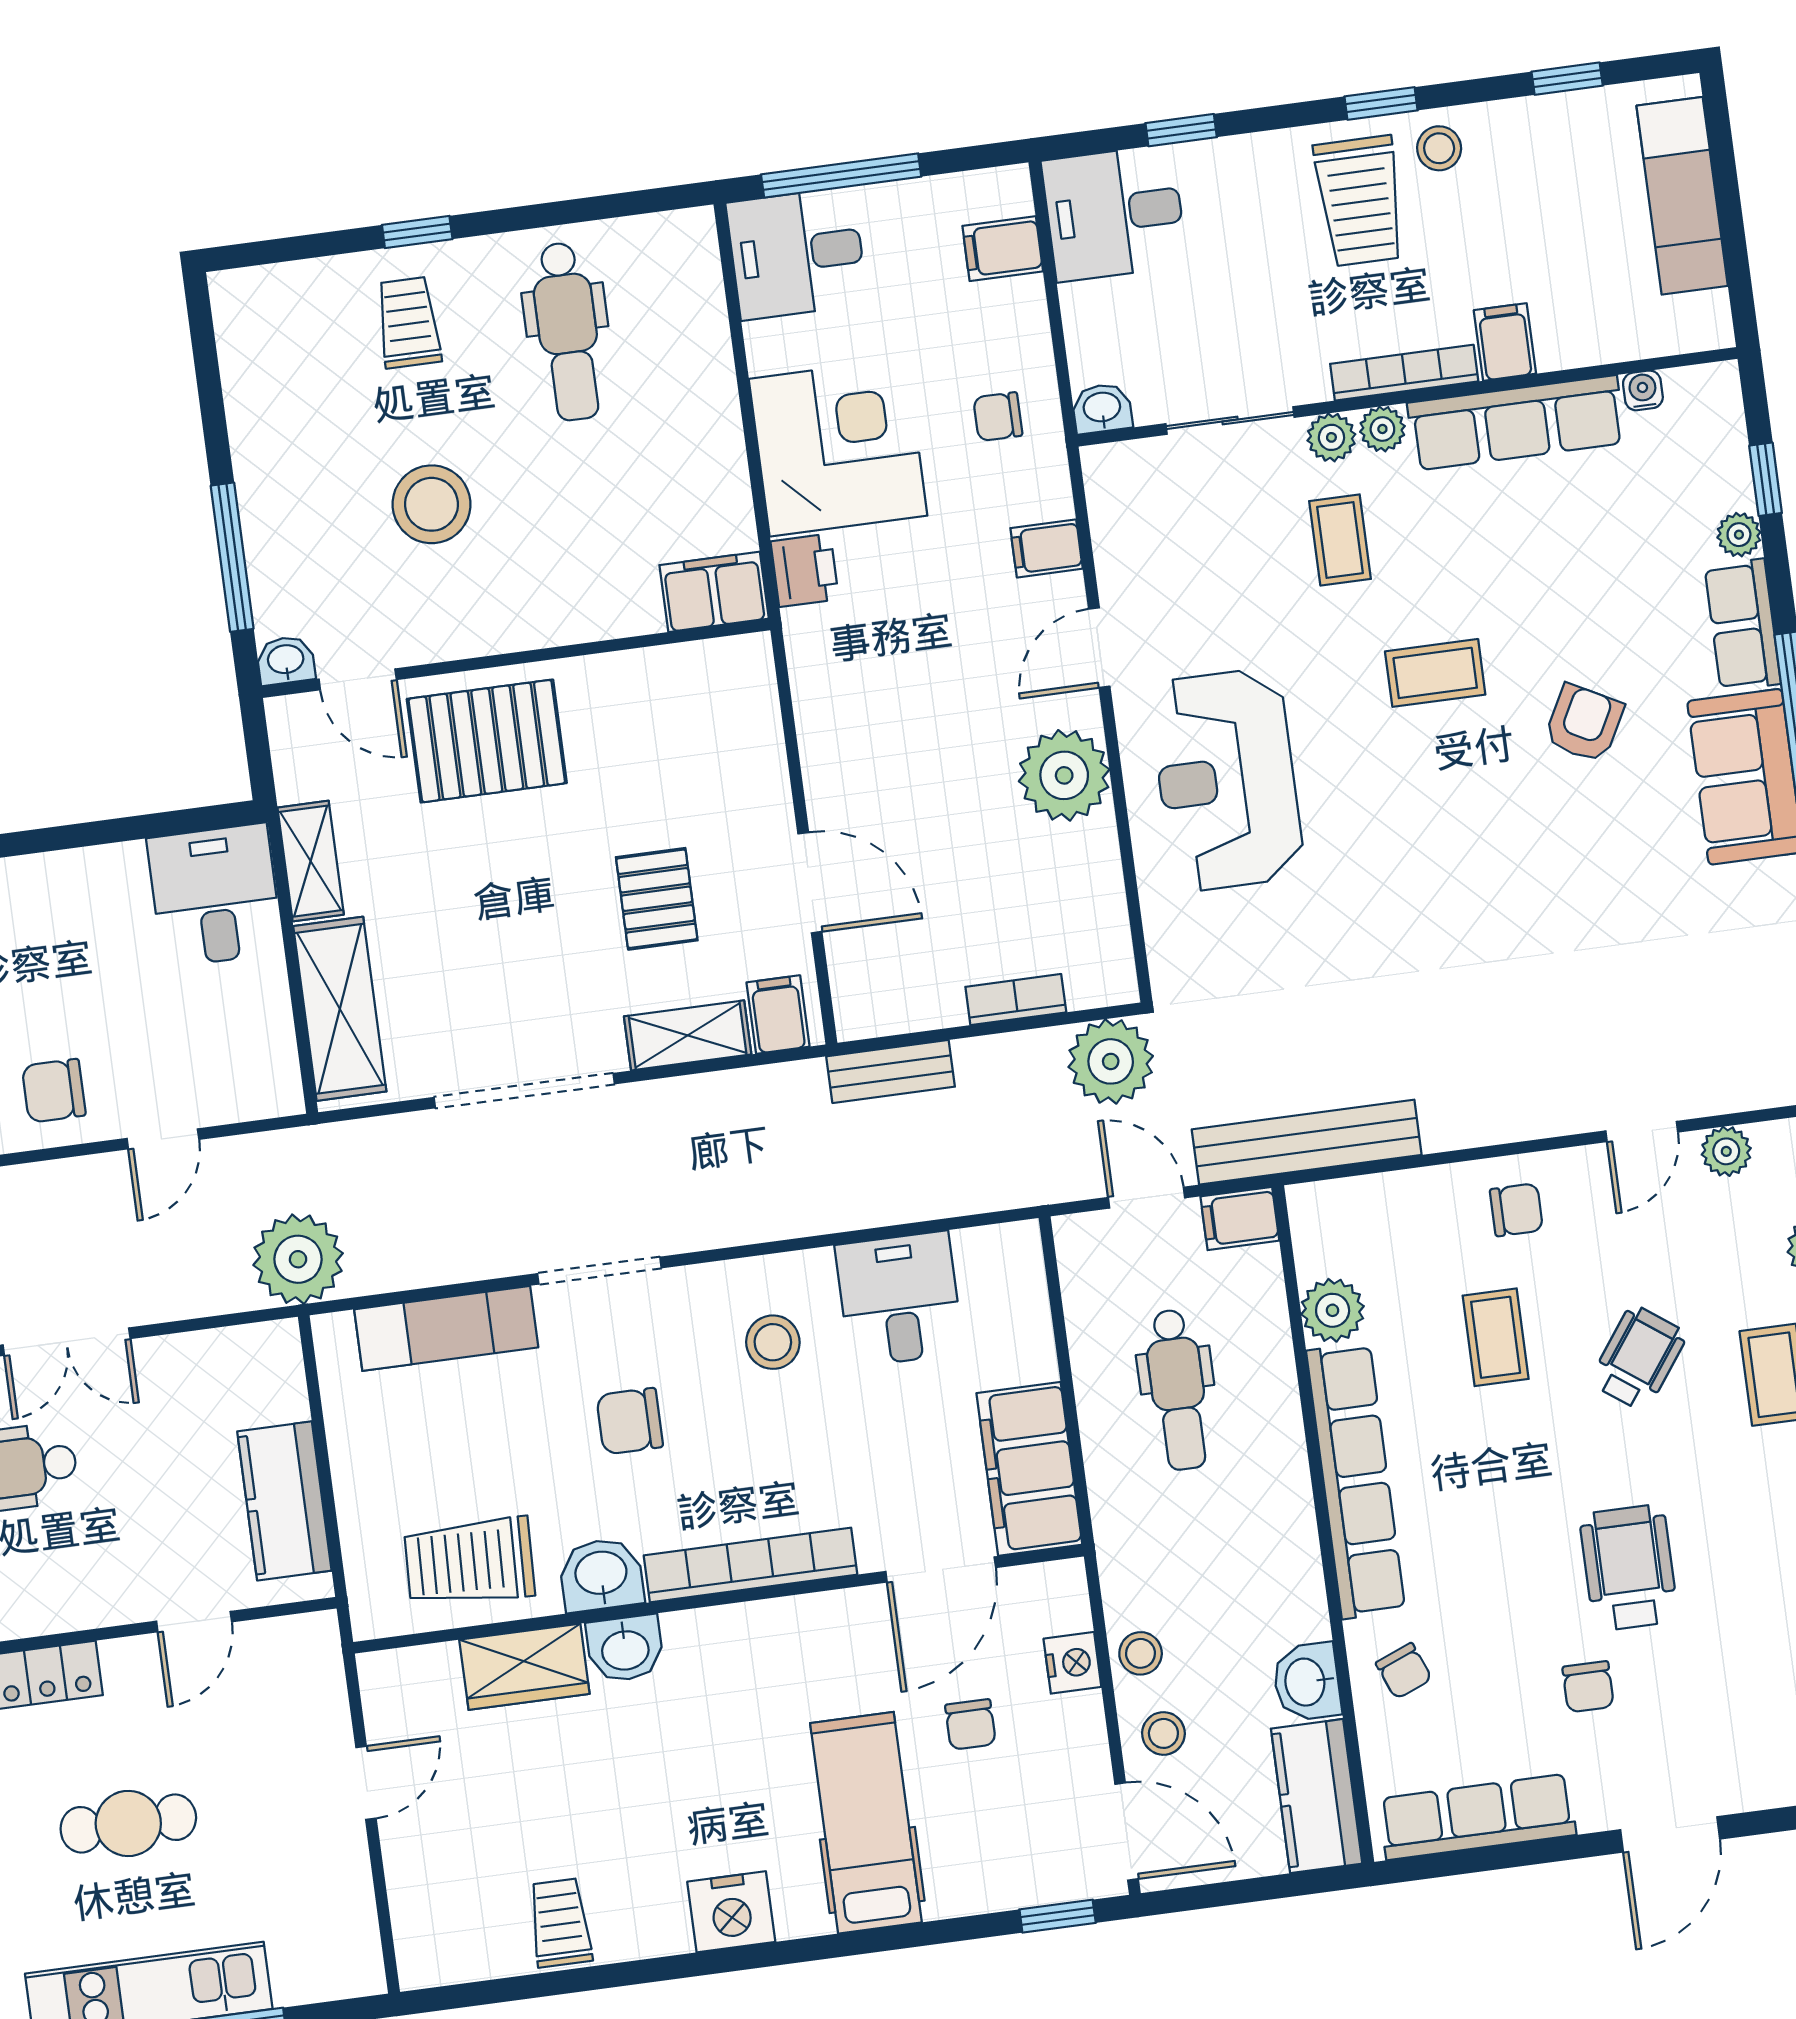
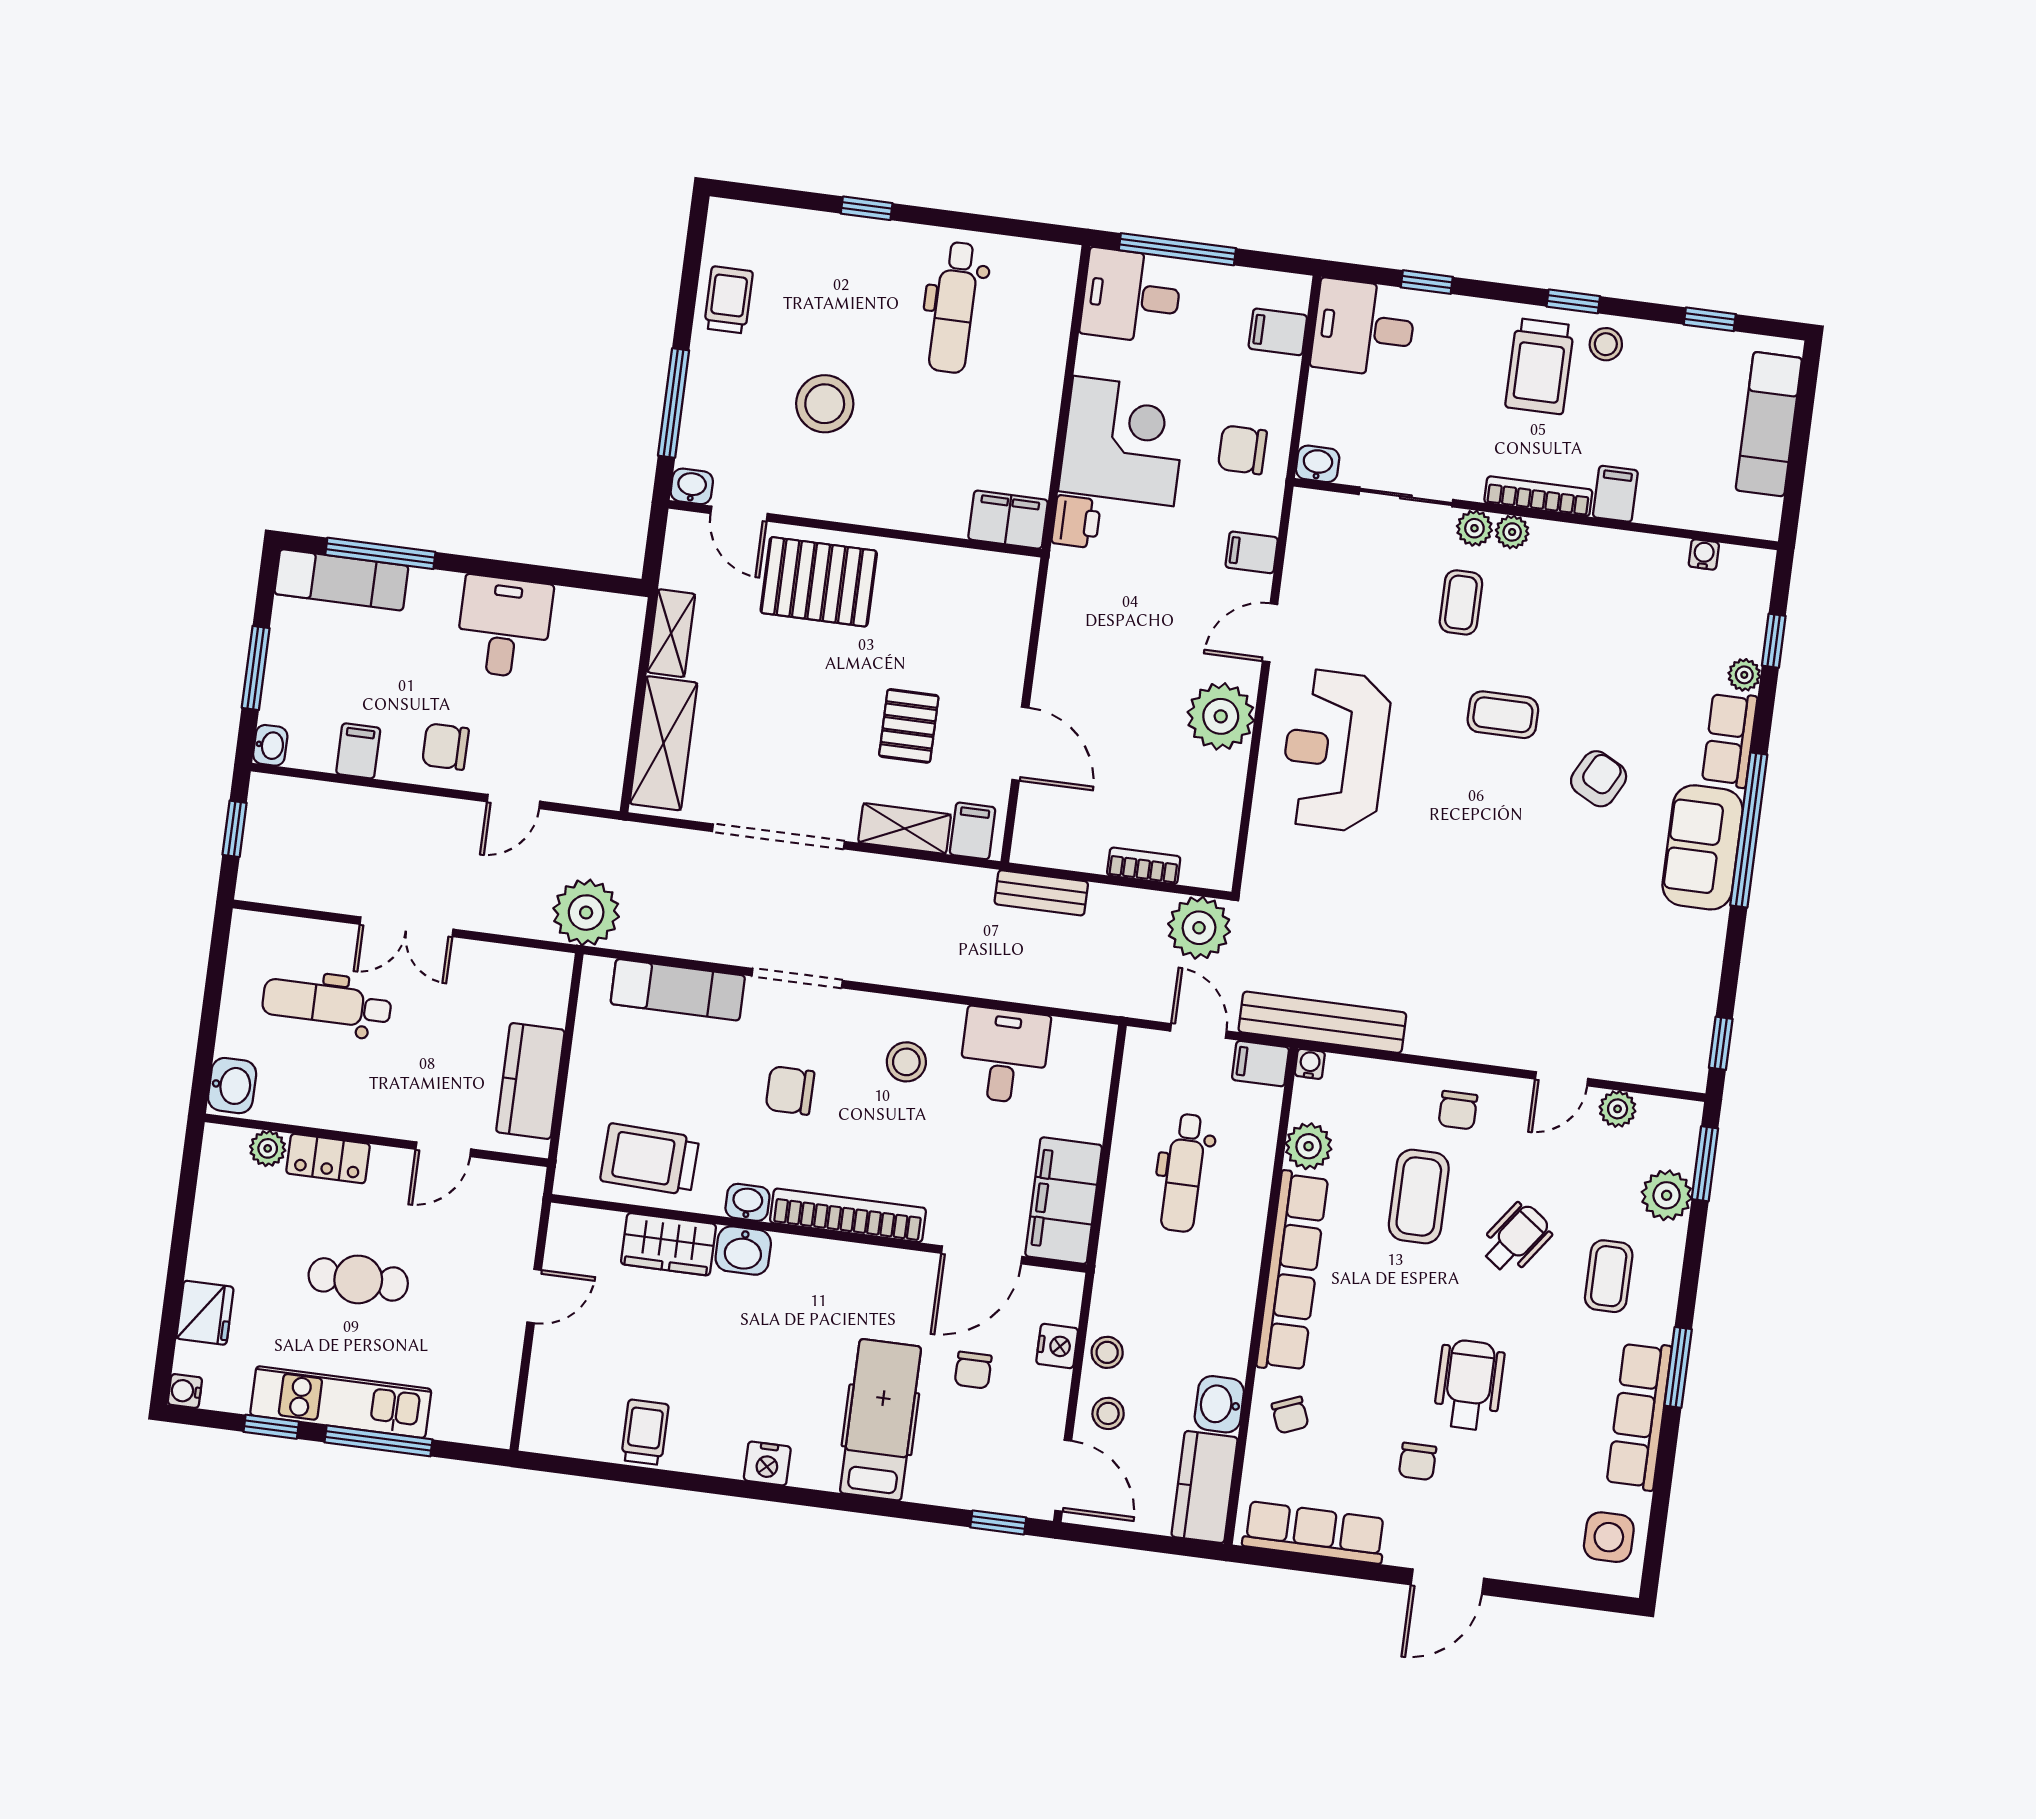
trolley: (408, 322) -> (728, 300), moved
chair: (998, 417) -> (1242, 450), width x1.37, depth x1.37
row of seats: (1516, 423) -> (1608, 553), removed
desk: (215, 895) -> (504, 627), moved
water cooler: (1305, 1201) -> (1310, 1064), added
chair: (1516, 1210) -> (1458, 1110), turned 90
coffee table: (1496, 1337) -> (1419, 1196), width x1.36, depth x1.30
washbasin: (601, 1575) -> (747, 1202), width x0.72, depth x0.69
nightstand: (731, 1912) -> (767, 1463), width x0.74, depth x0.75

